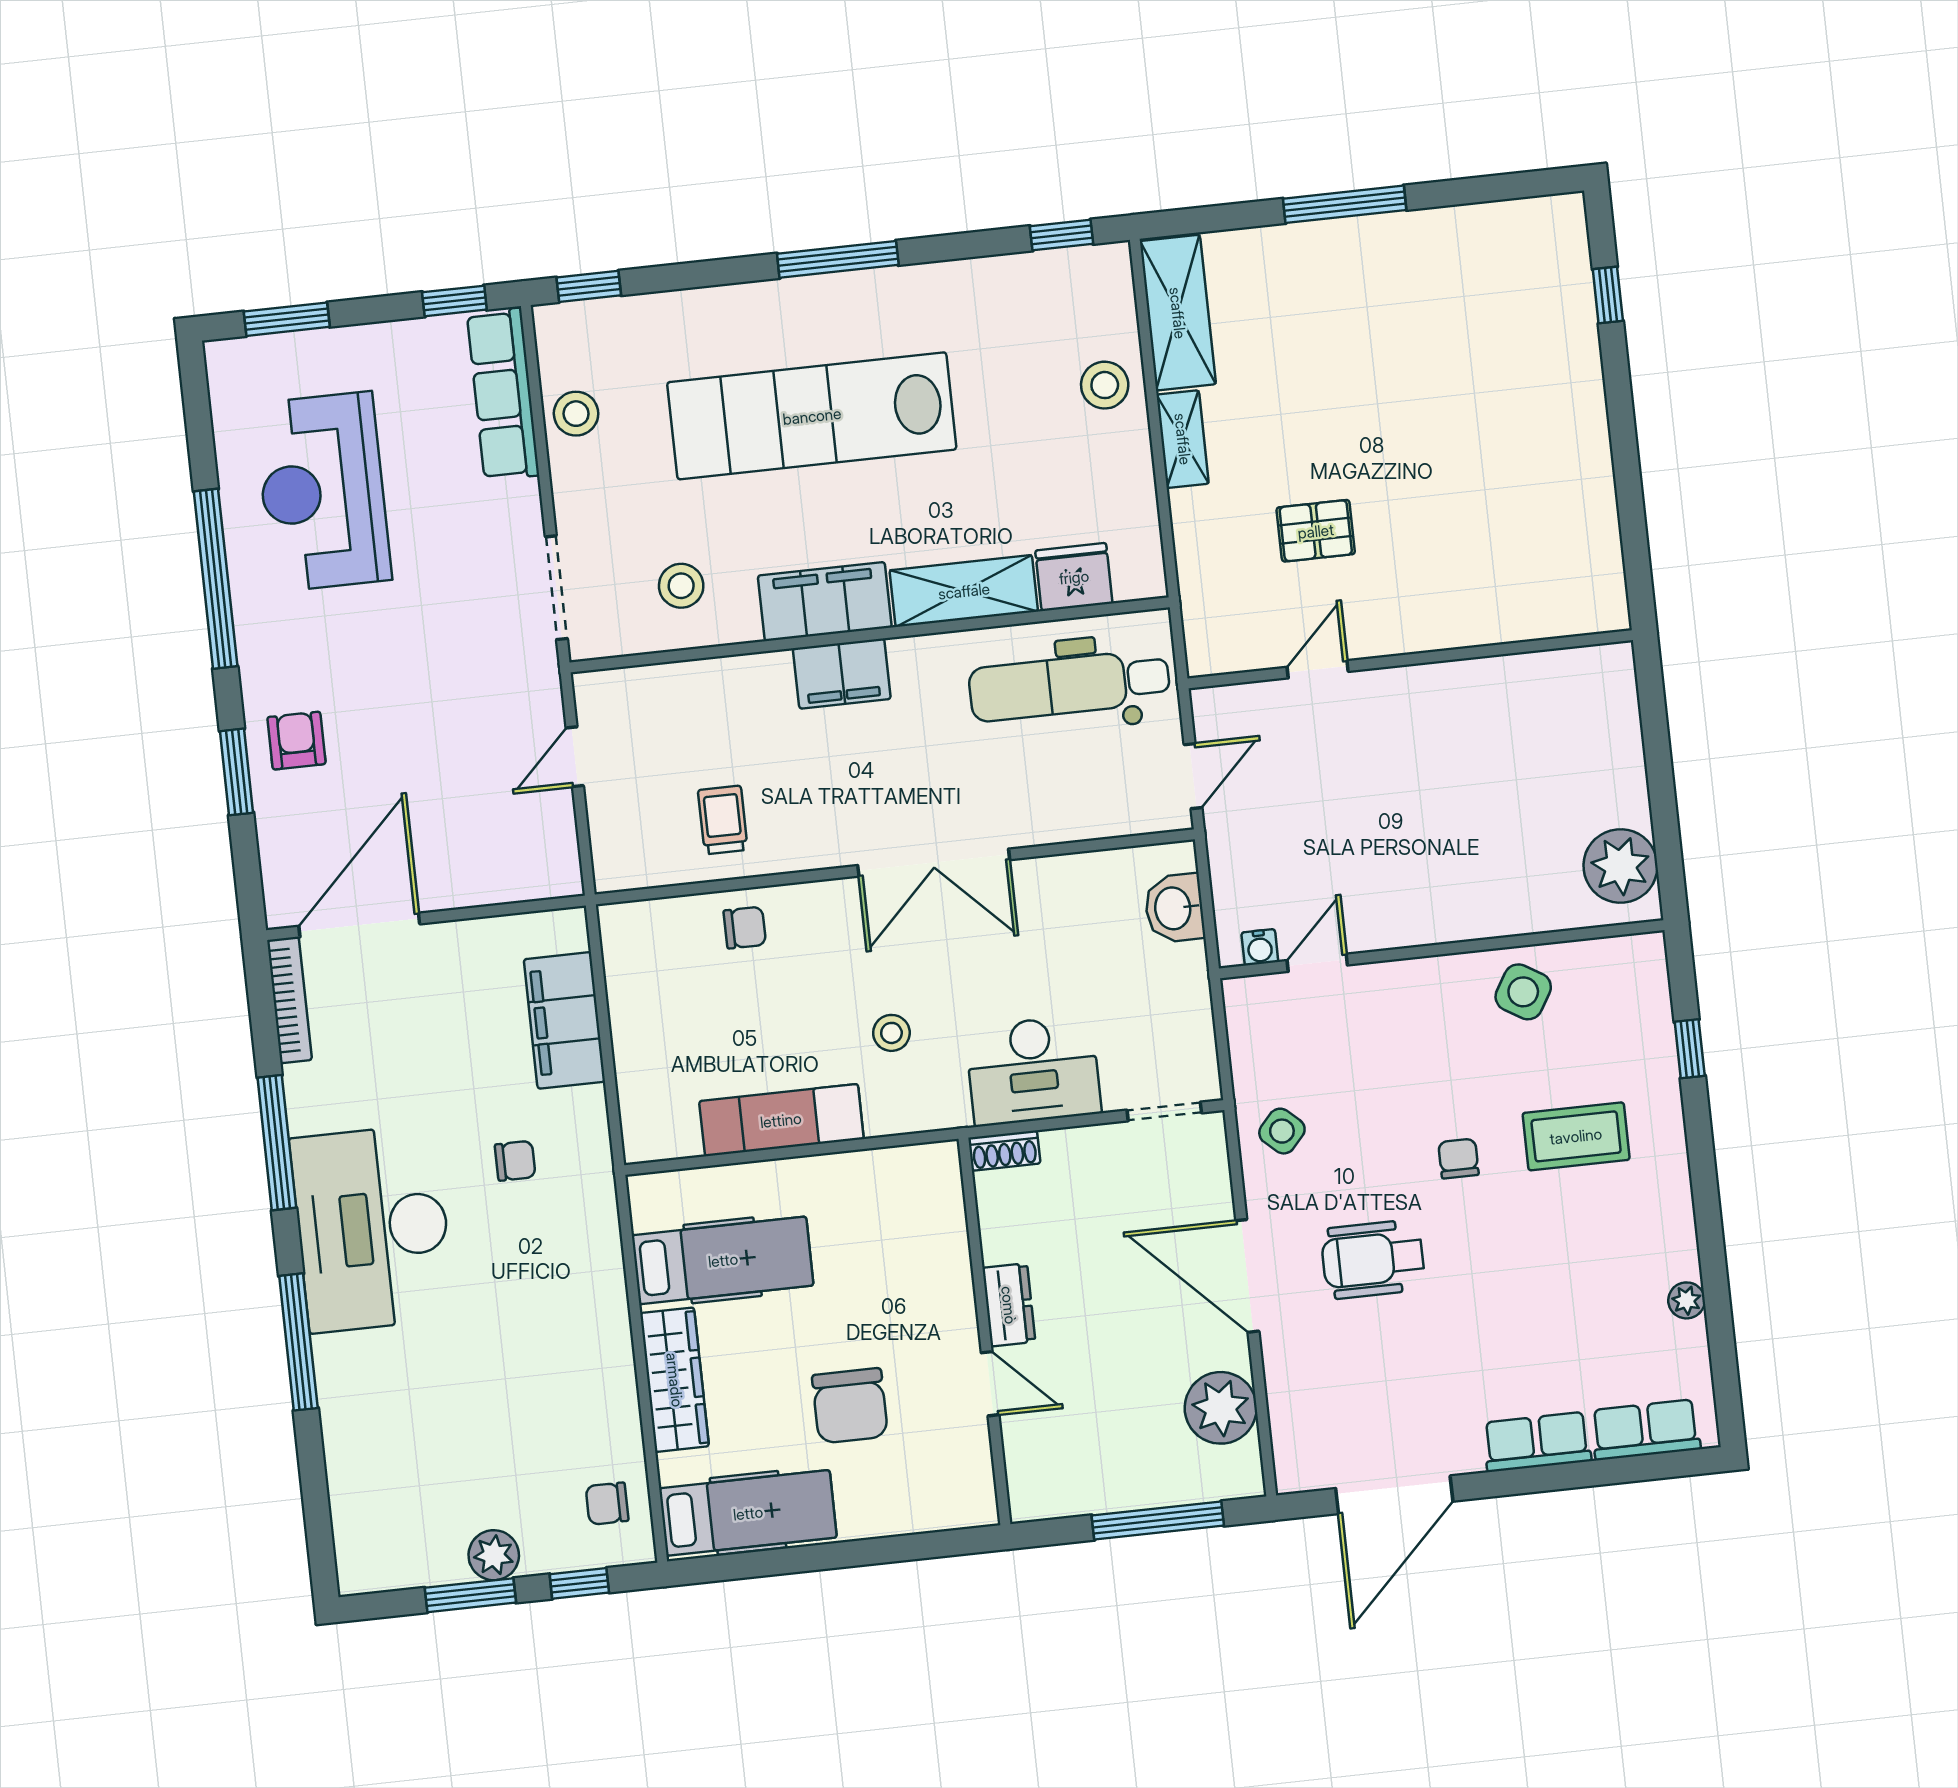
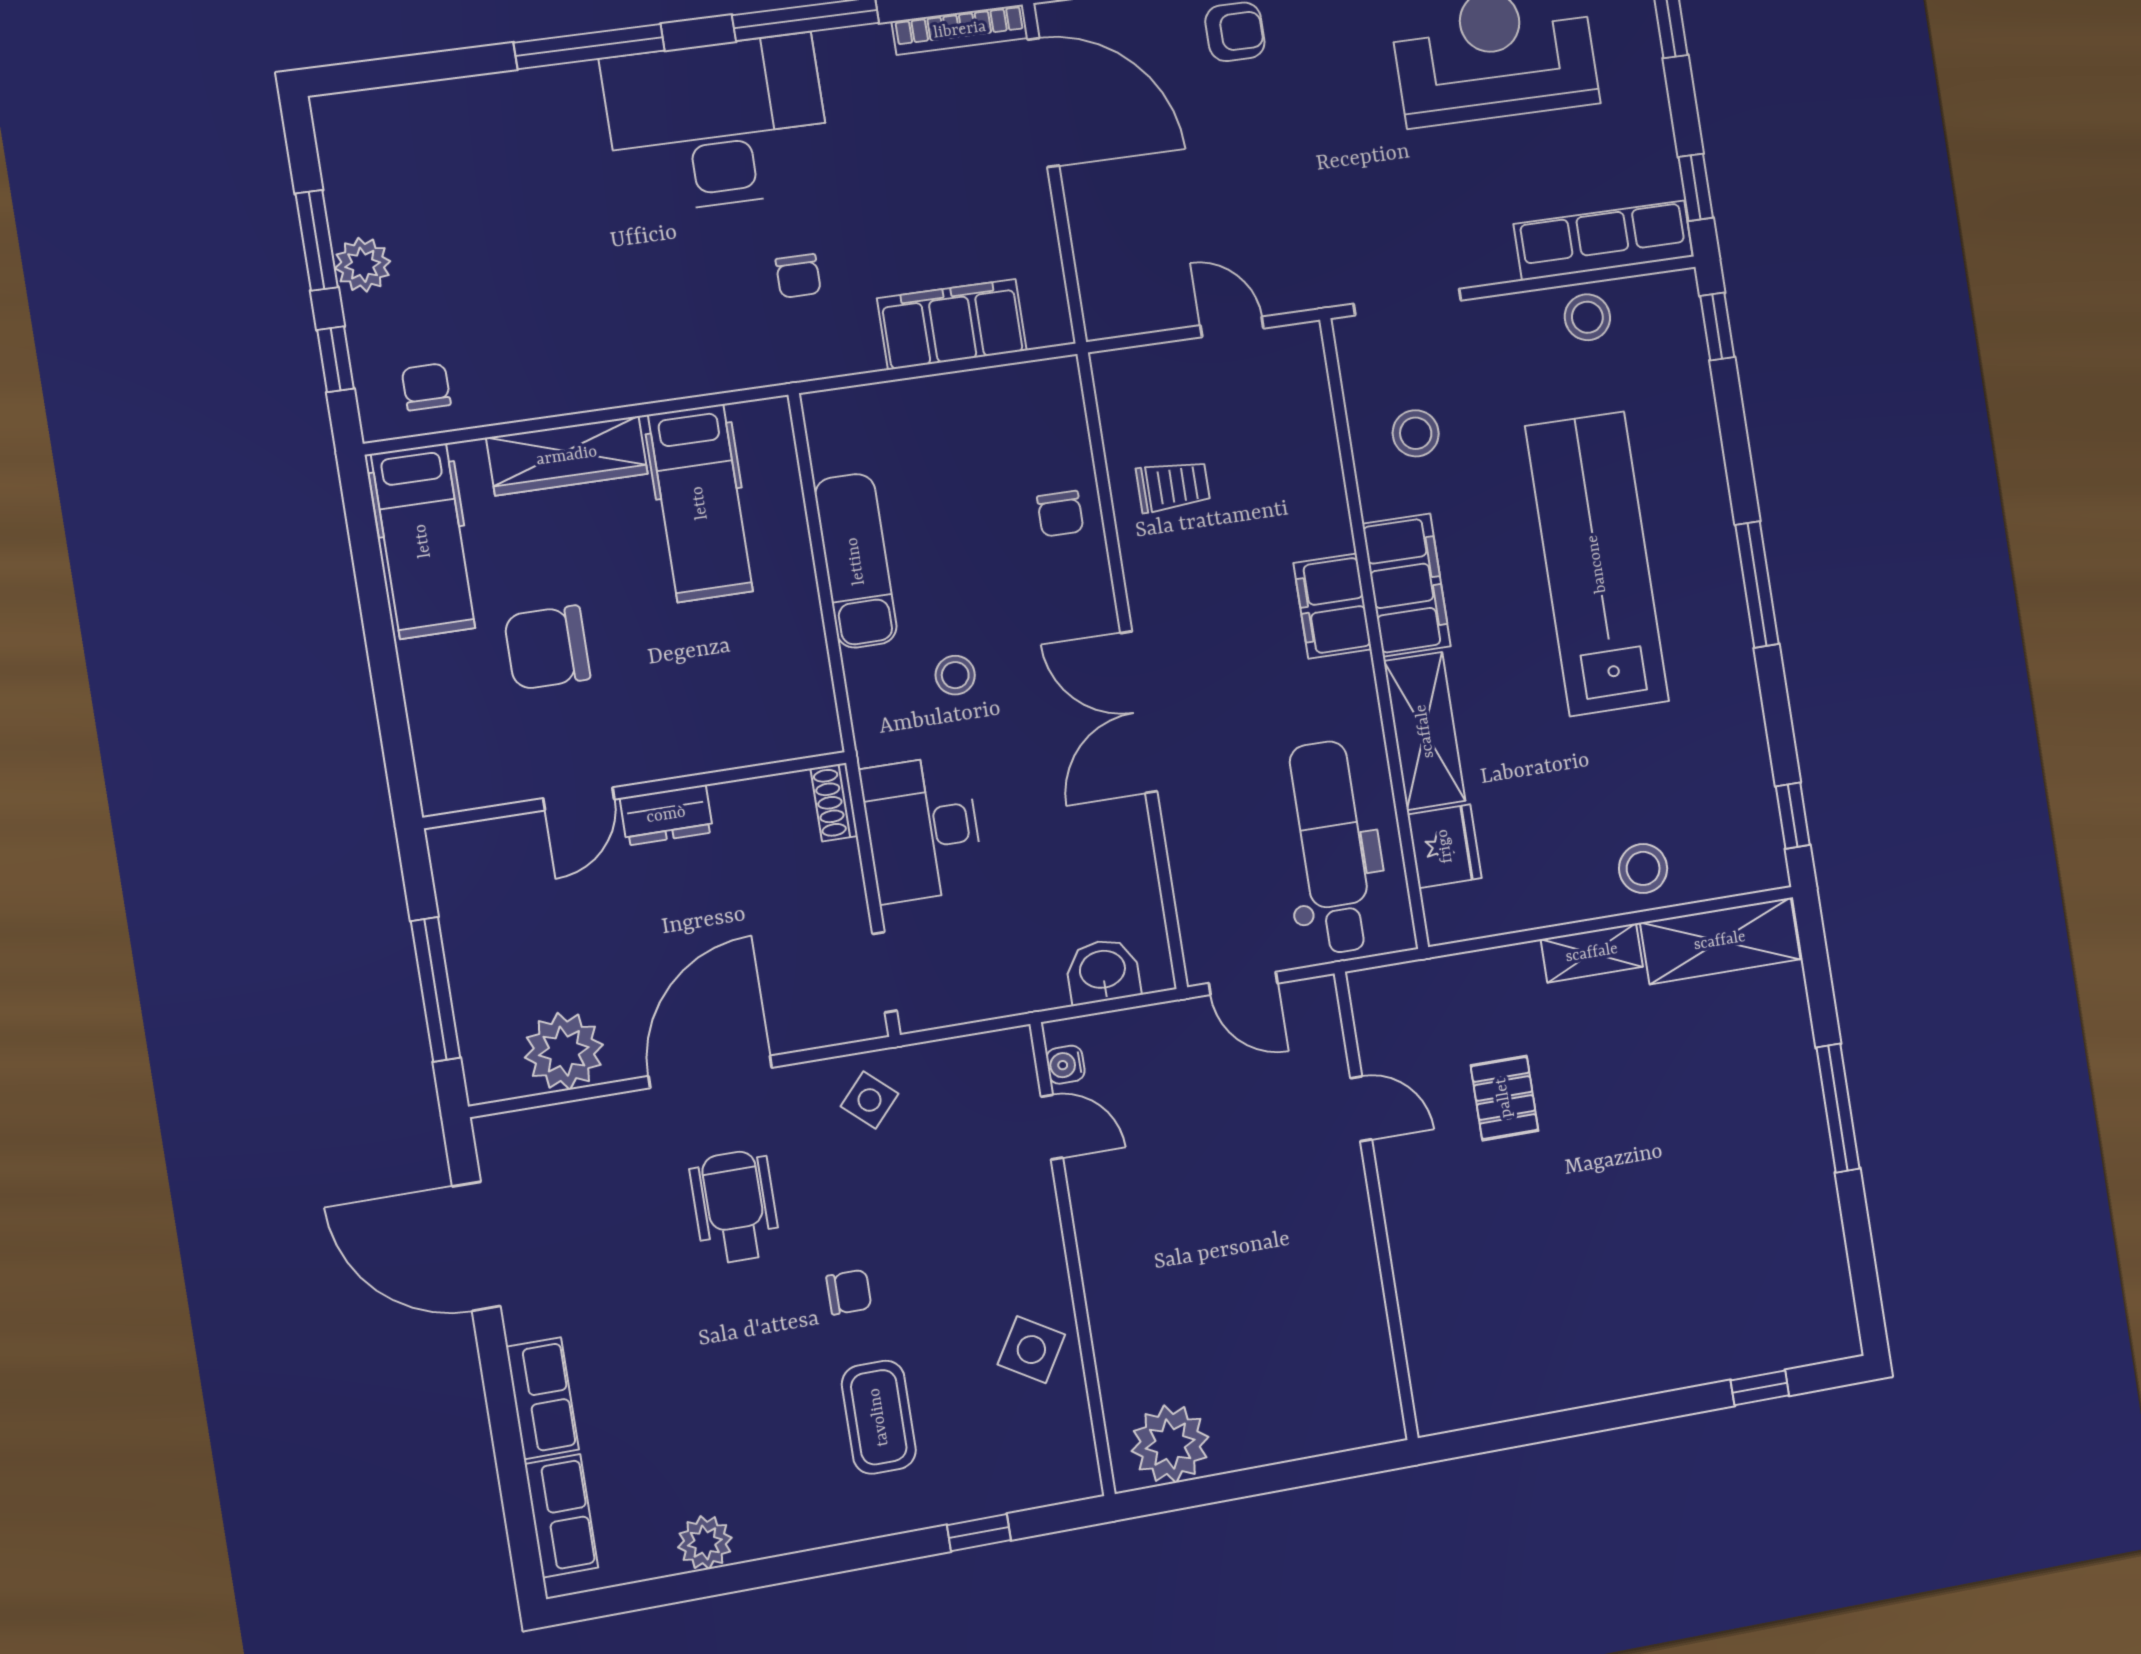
plant: (1687, 1300) -> (705, 1542), width x1.38, depth x1.38

